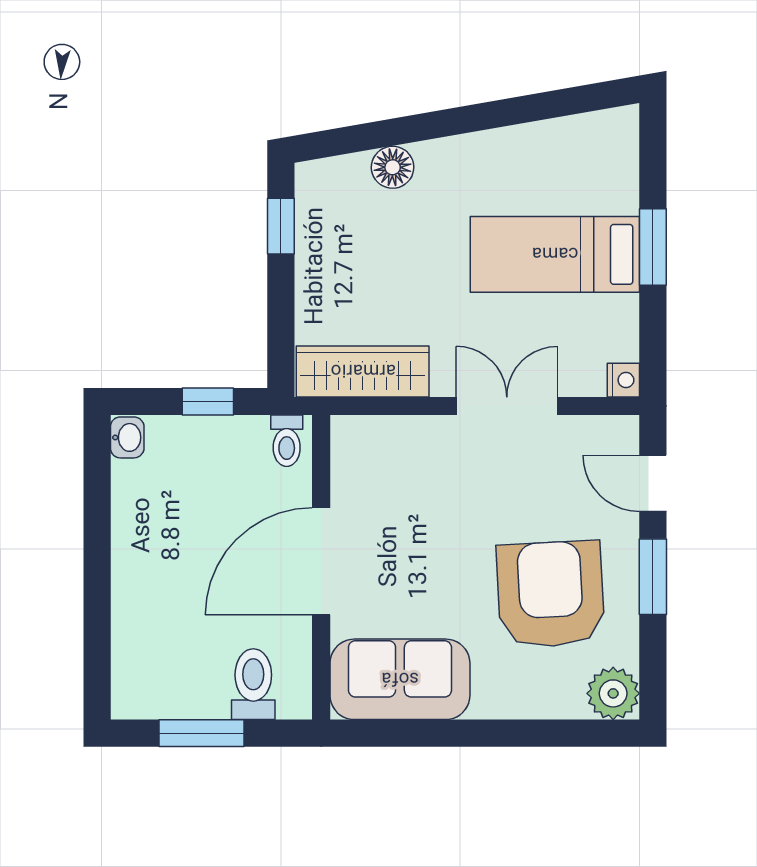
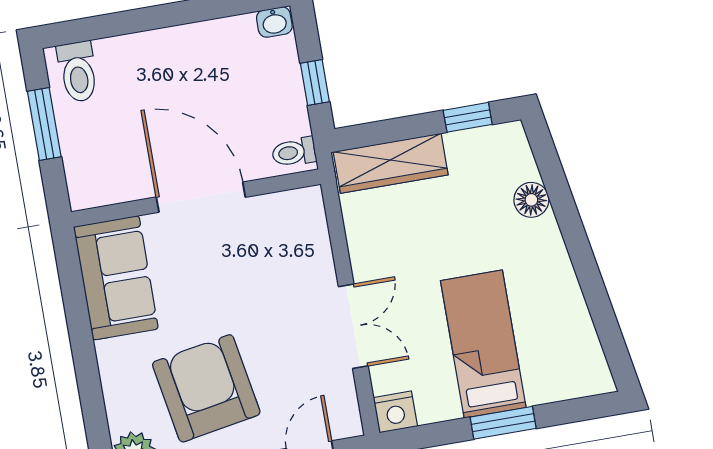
wardrobe: (363, 371) -> (391, 163), moved, turned 90
nightstand: (623, 380) -> (395, 412), width x1.39, depth x1.35
armchair: (551, 594) -> (206, 388), turned -97
toilet: (253, 684) -> (78, 72), moved, turned 90

